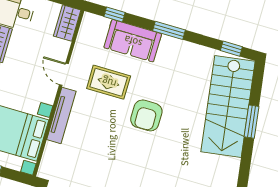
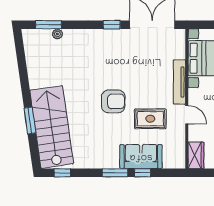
window: (115, 15) -> (143, 173), moved
armchair: (146, 115) -> (113, 101), turned 90

